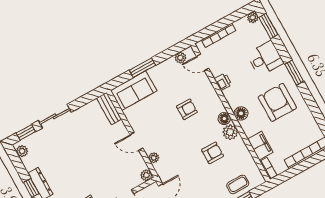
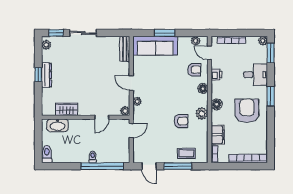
sofa: (134, 91) -> (155, 46), width x1.36
armchair: (187, 109) -> (194, 70), moved
floor lamp: (224, 119) -> (203, 89), moved

